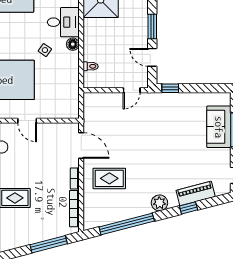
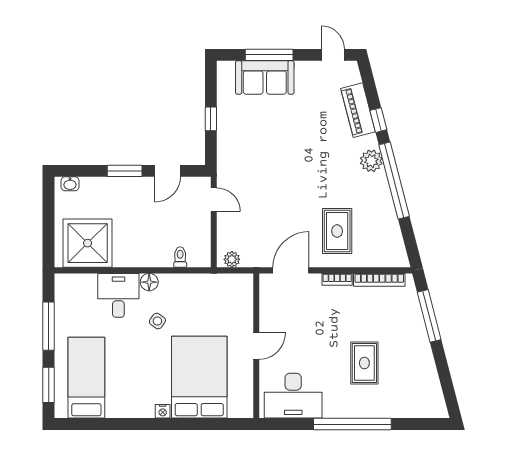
window: (170, 88) -> (211, 119), moved
plant: (89, 103) -> (232, 259), added
window: (127, 224) -> (394, 181), moved

